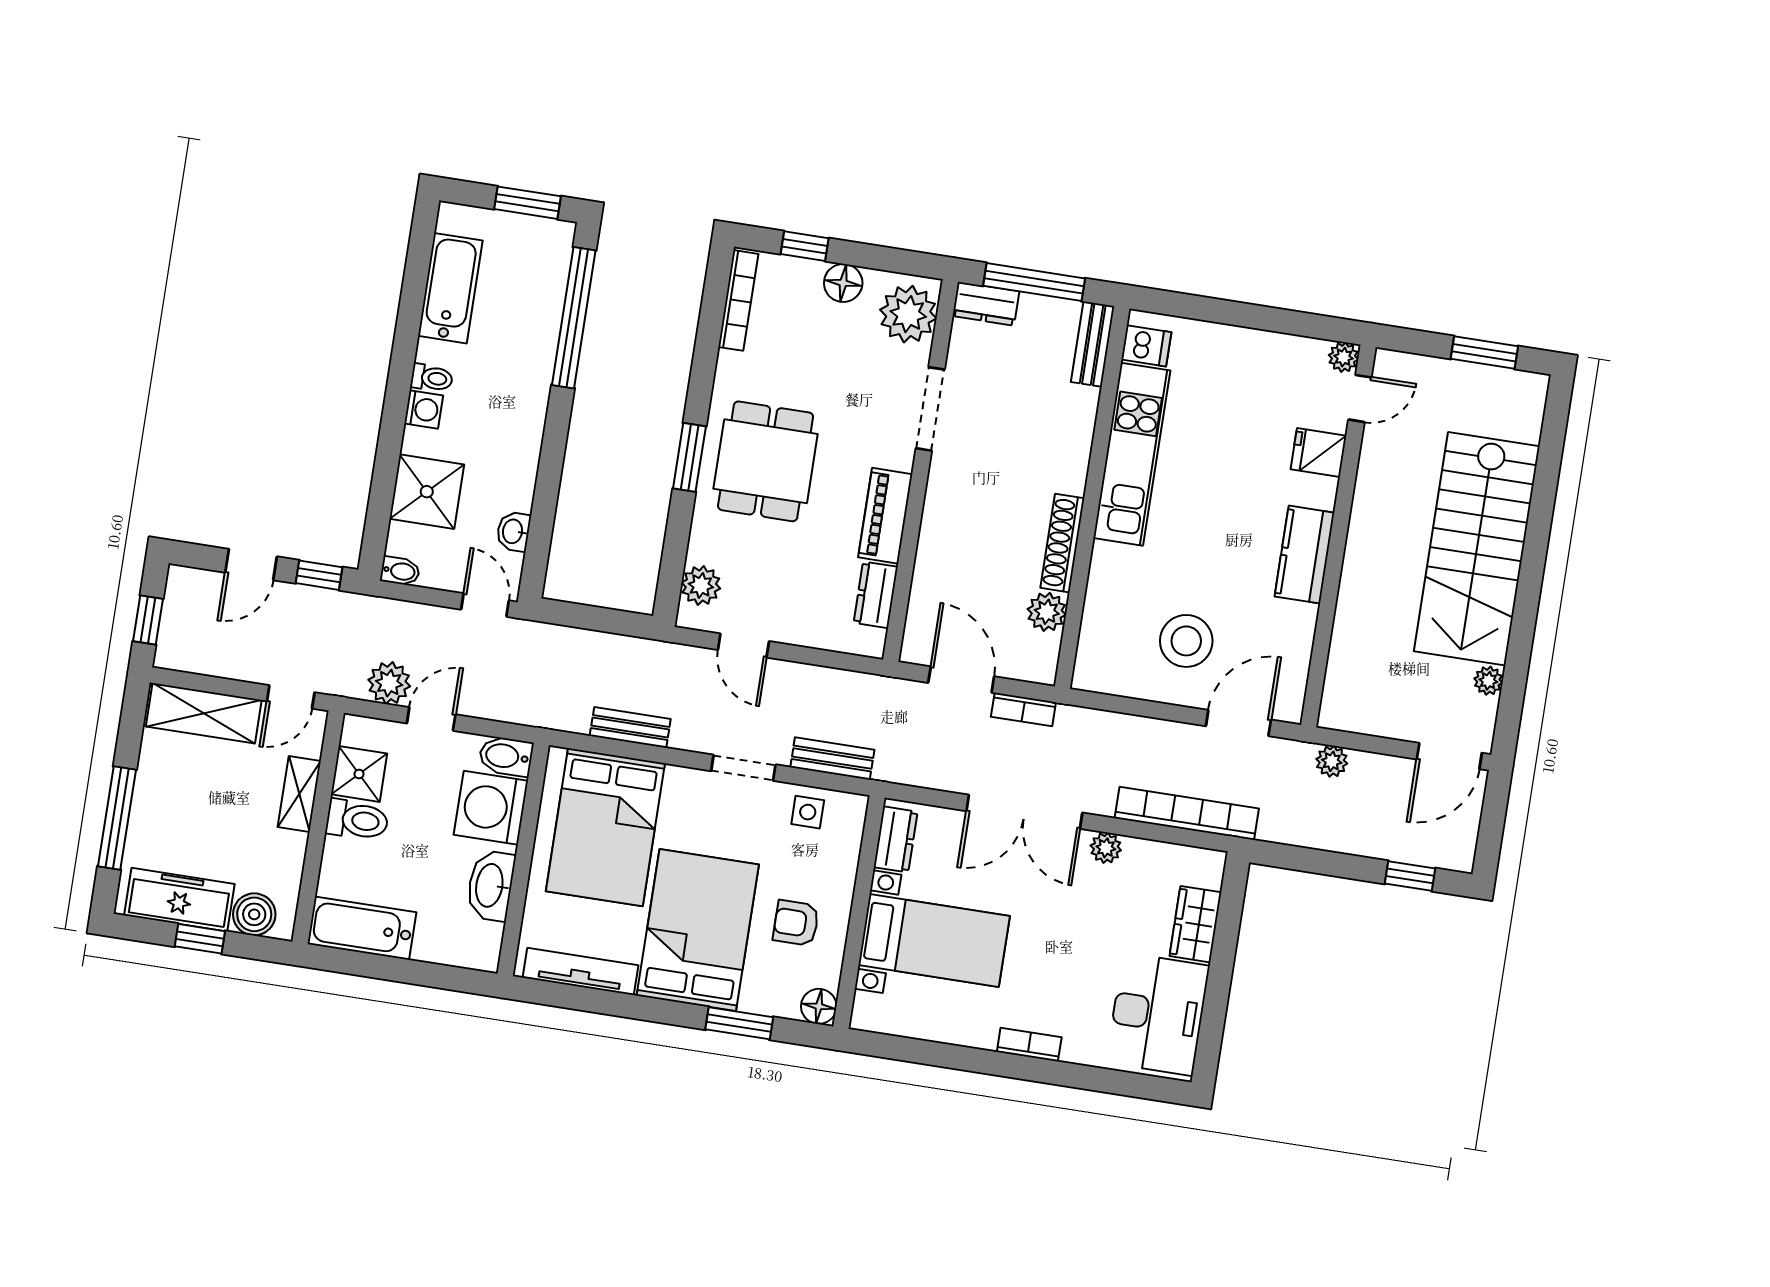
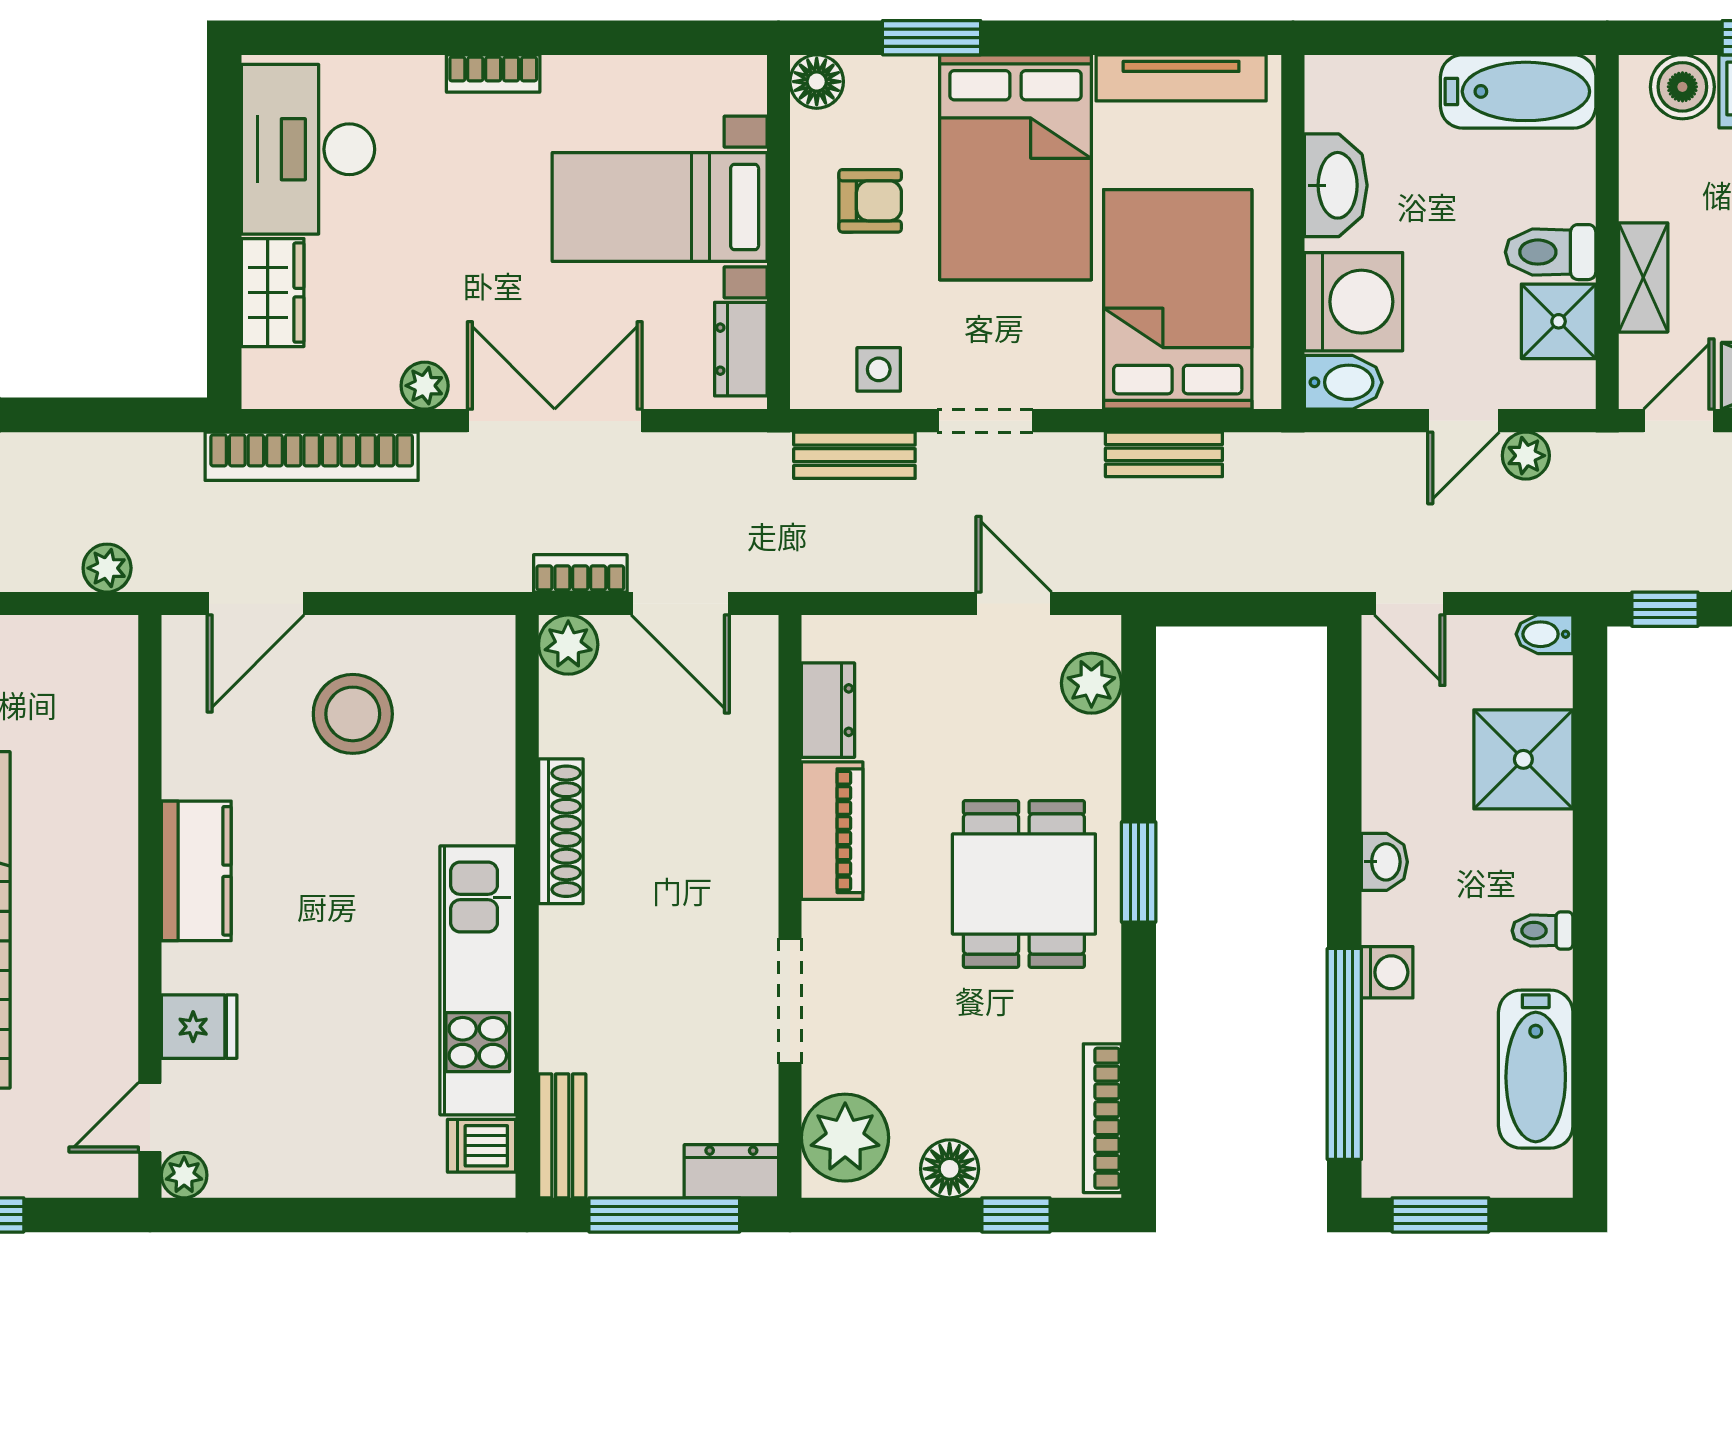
washing machine: (424, 409) -> (1387, 972), moved, turned 180
washbasin: (513, 531) -> (1384, 862), moved
plant: (1047, 612) -> (568, 645), moved
plant: (389, 683) -> (1526, 456), width x0.73, depth x0.73

